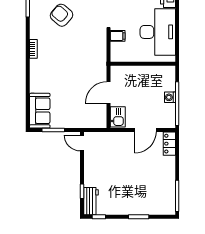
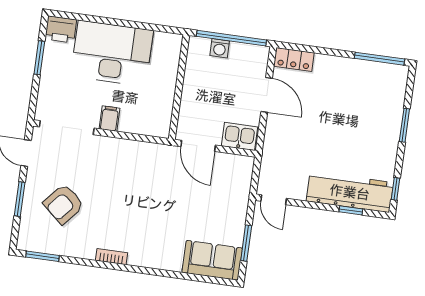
wall: (143, 64) -> (179, 87), moved
door: (82, 143) -> (274, 200), hinge flipped
workbench: (91, 201) -> (350, 192), width x1.88, depth x1.32

